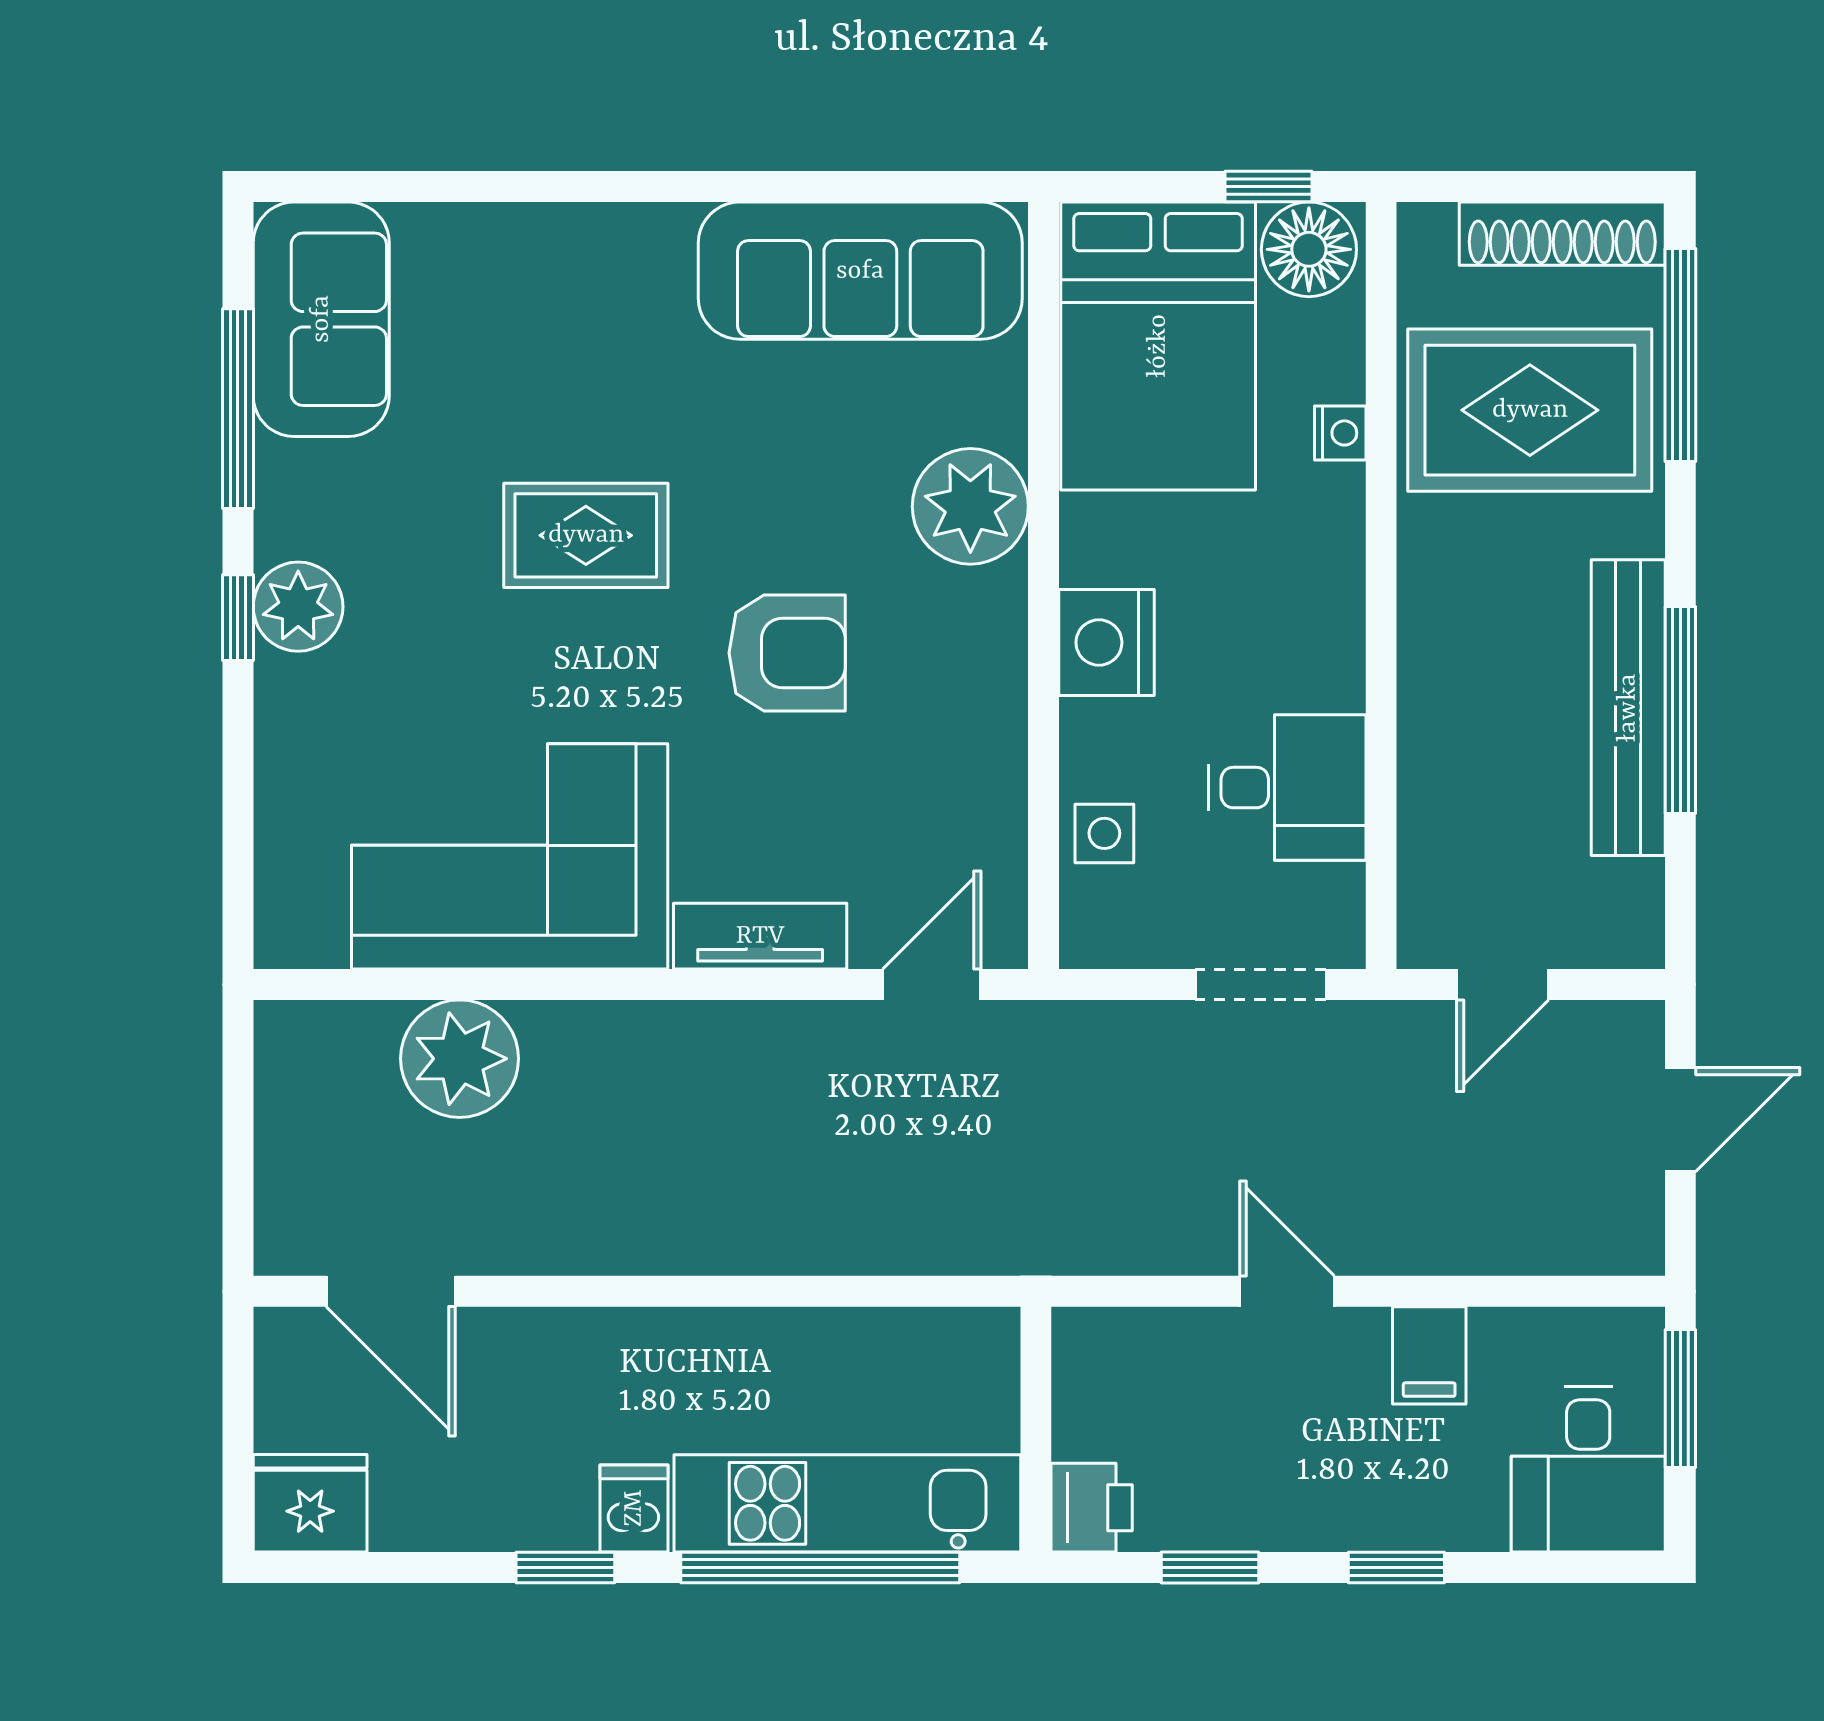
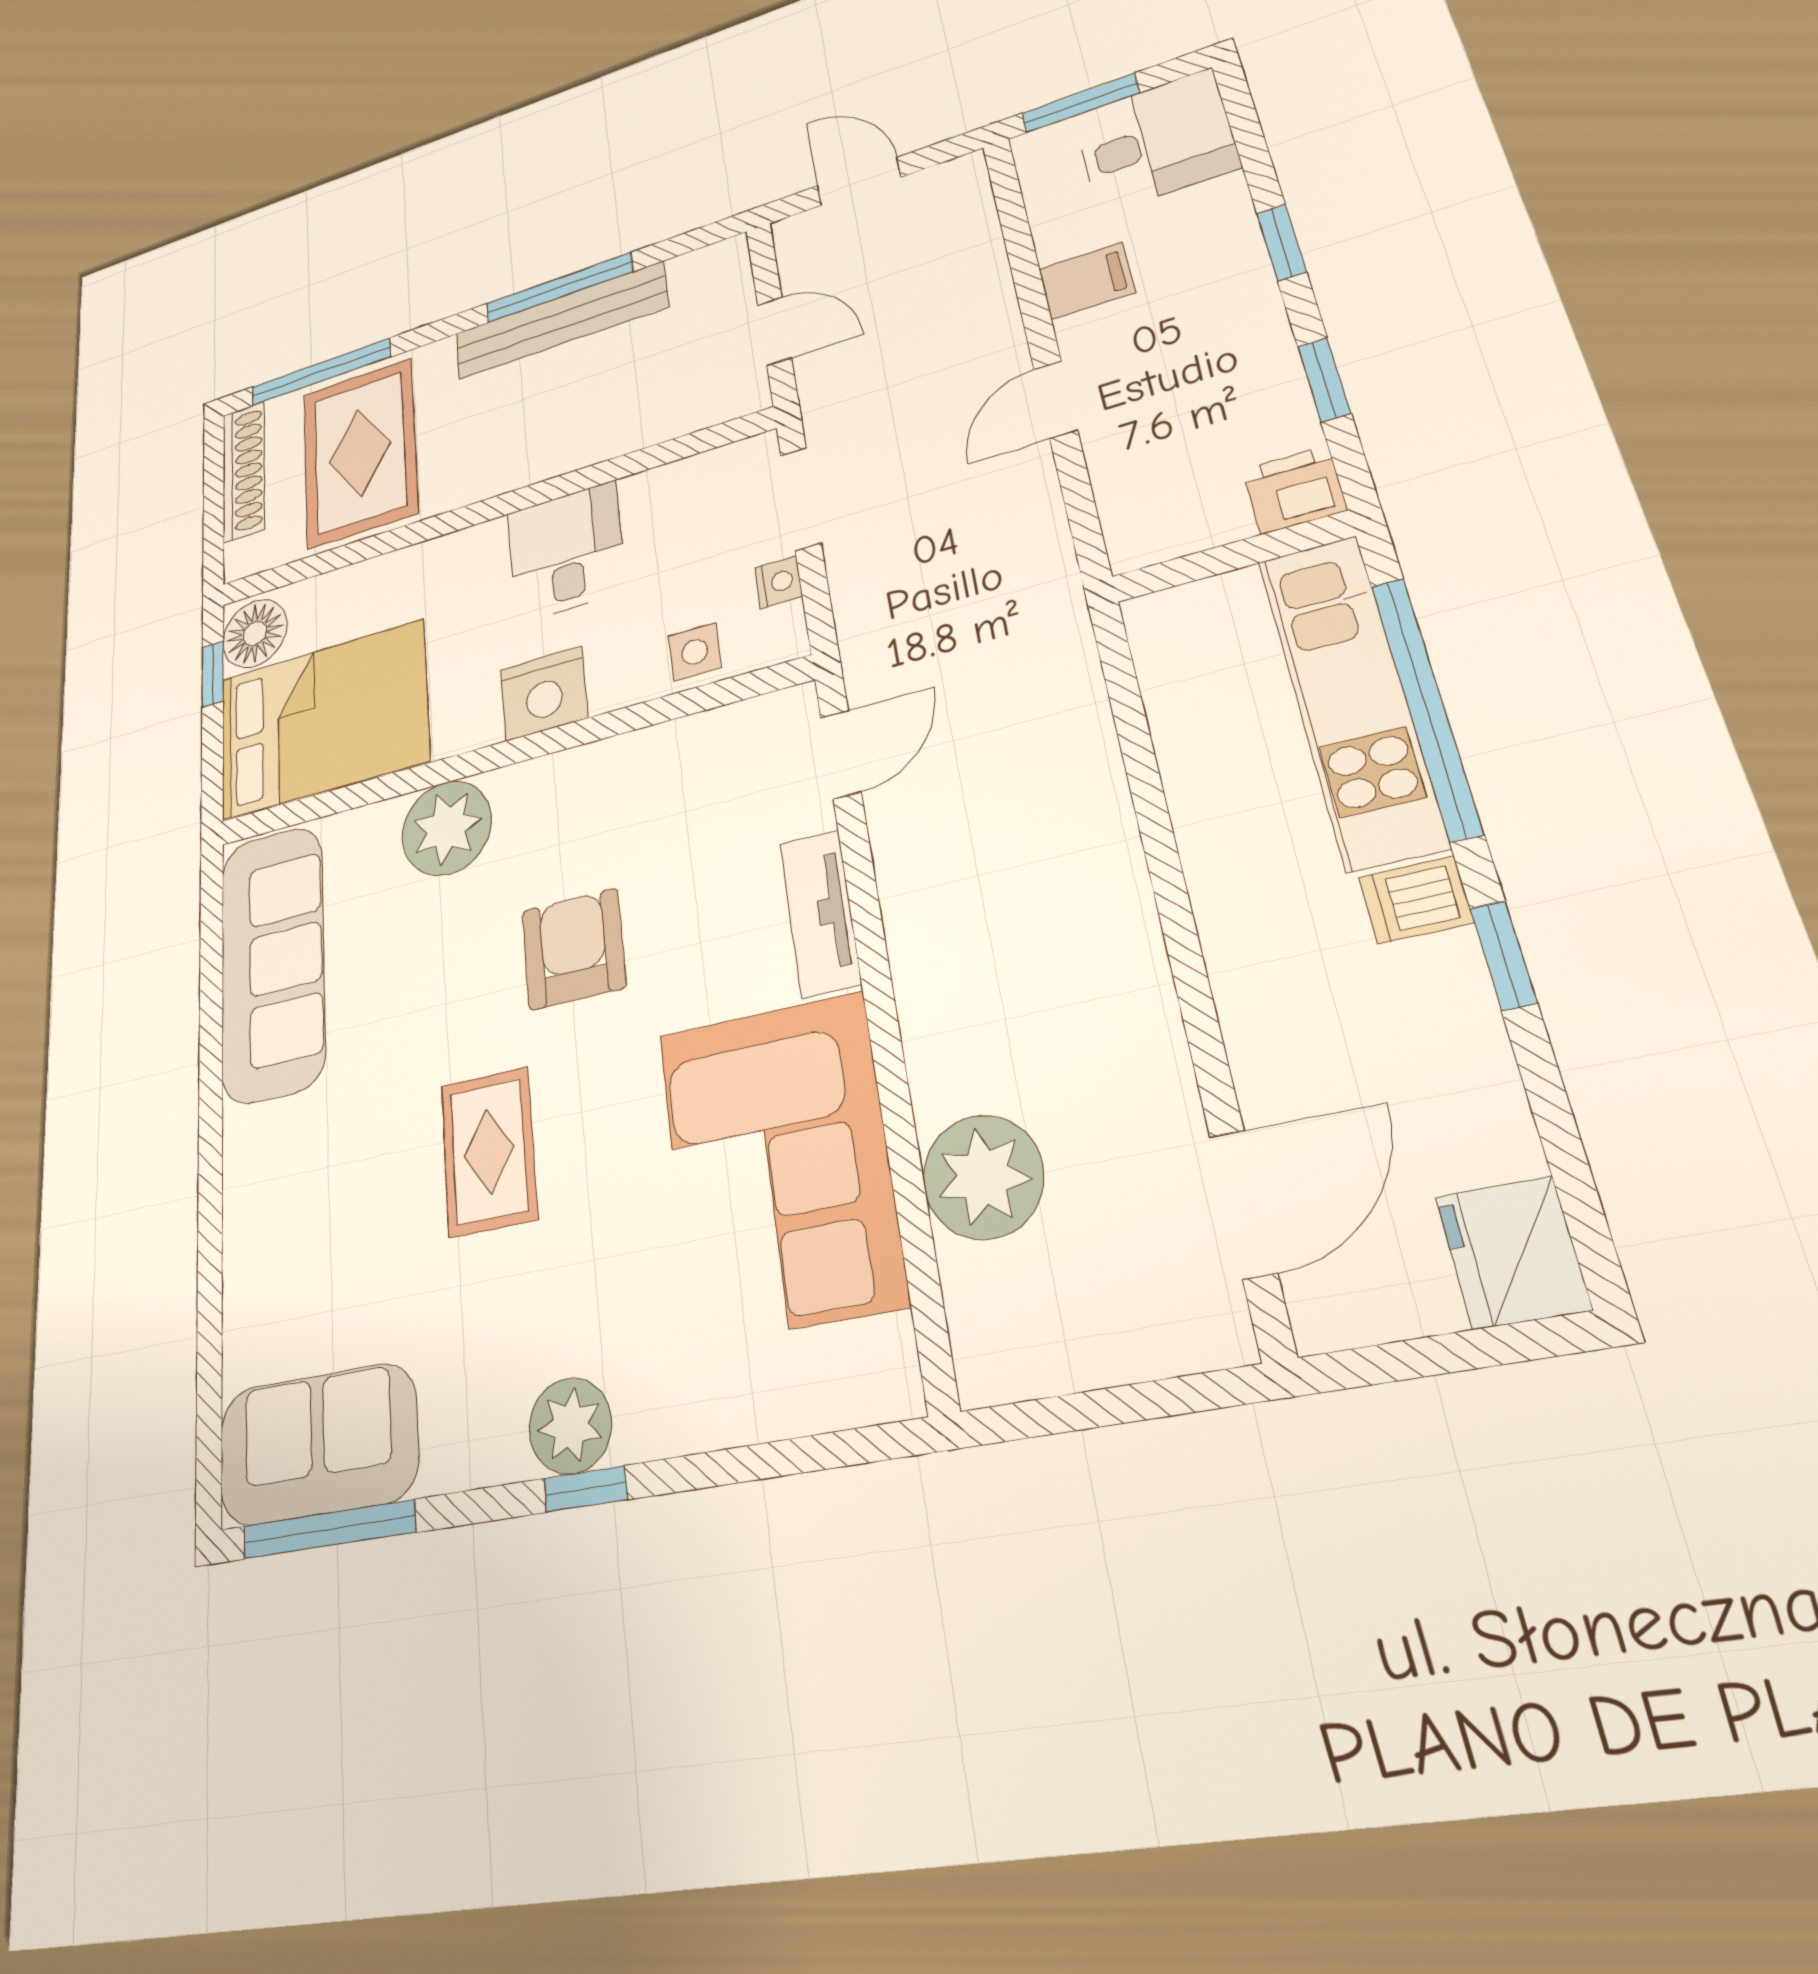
window: (238, 409) -> (329, 1529), moved
nightstand: (1340, 433) -> (778, 582), moved, turned 90
desk: (1287, 788) -> (566, 552), moved
door: (932, 984) -> (841, 754), swing flipped

